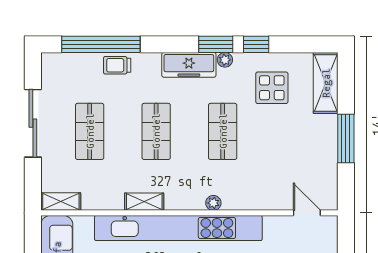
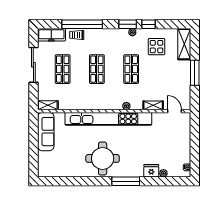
window: (101, 44) -> (82, 24), moved
freezer: (189, 65) -> (51, 35), moved
shelving: (144, 202) -> (153, 105), moved

